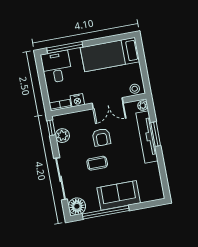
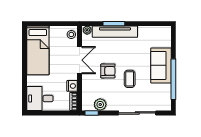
window: (65, 47) -> (24, 88), removed
floor lamp: (77, 206) -> (164, 103), removed

